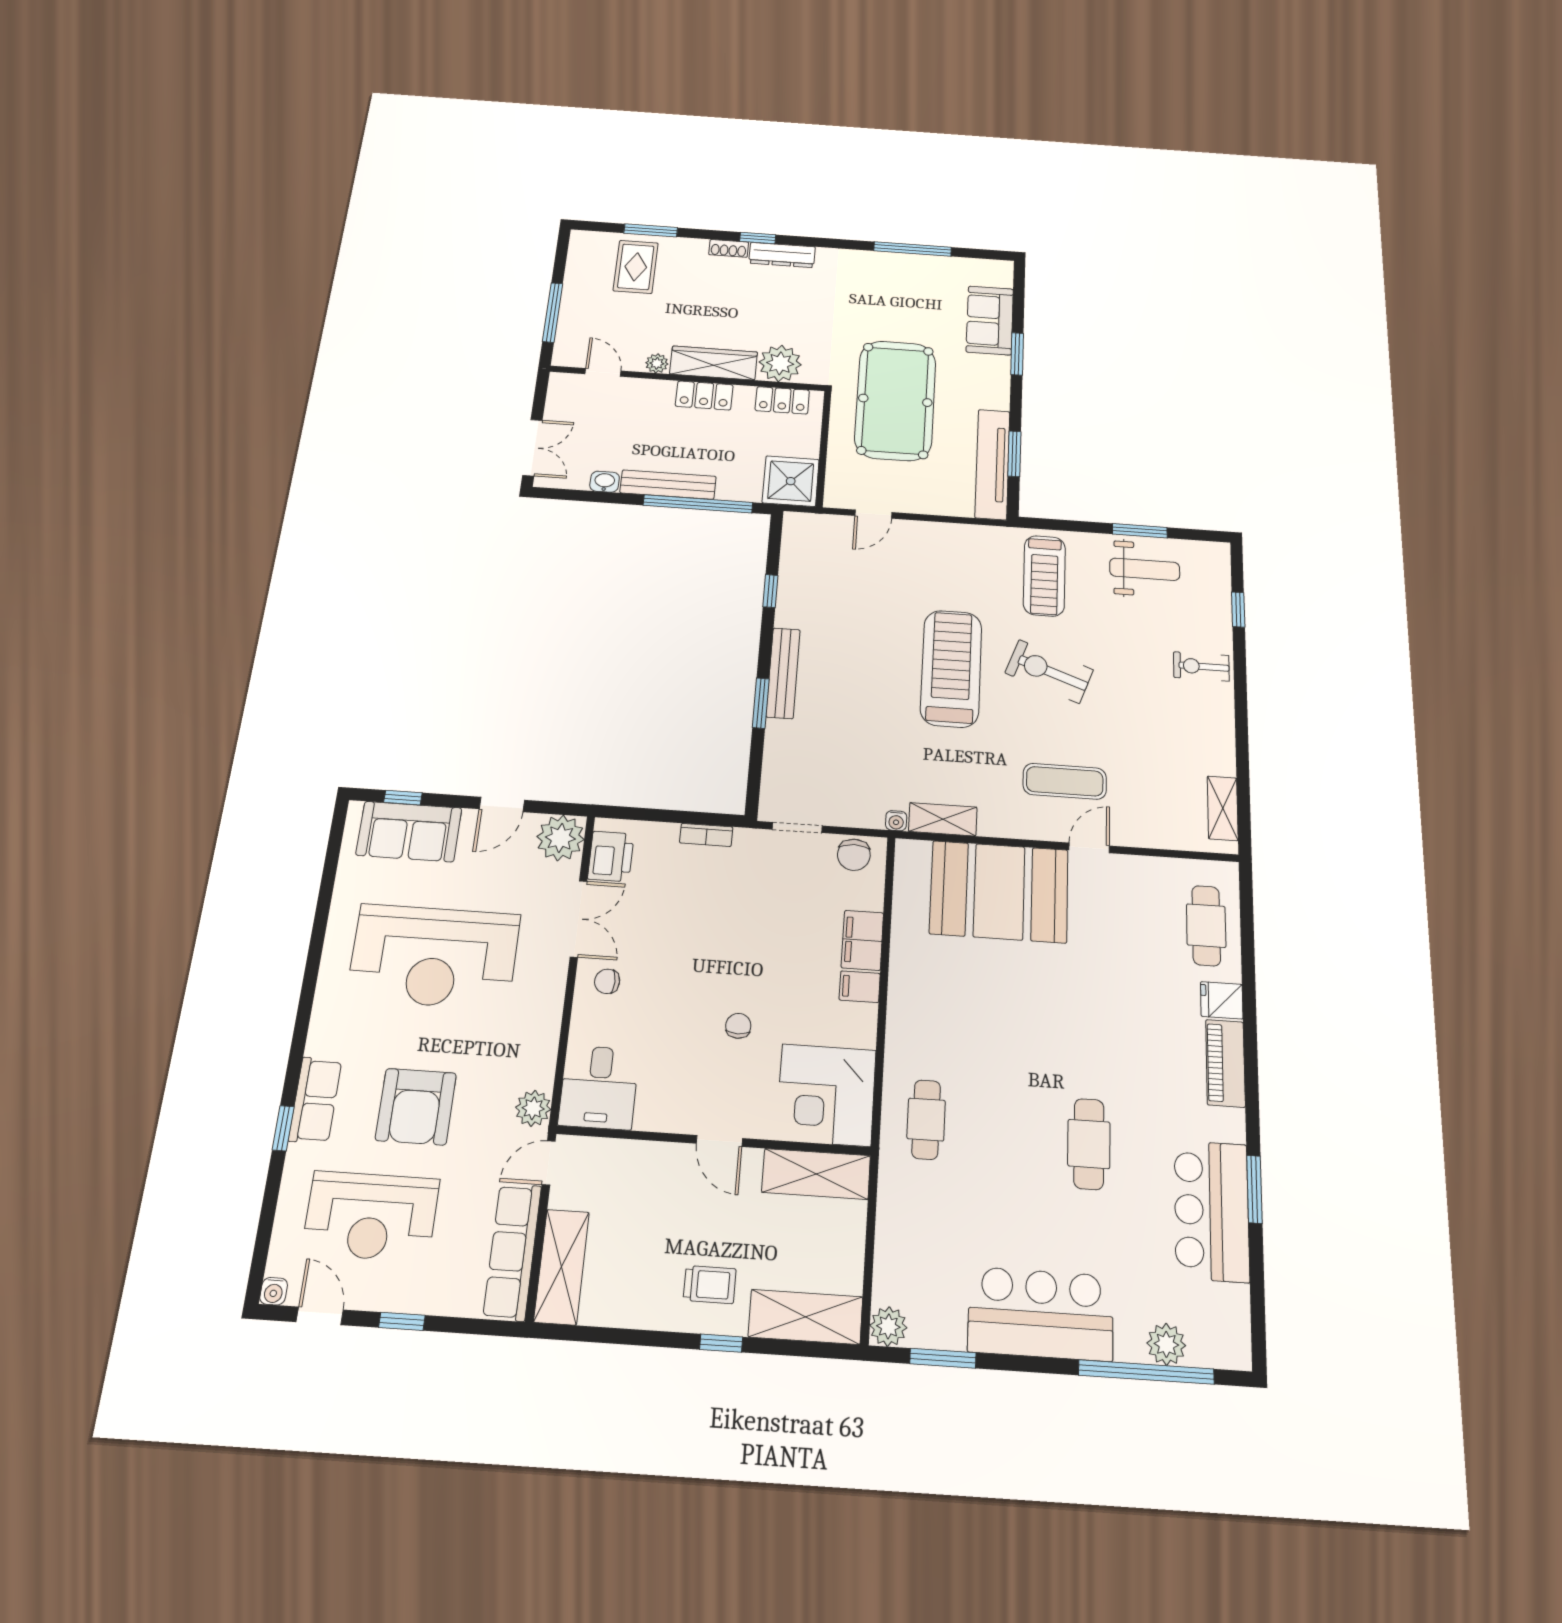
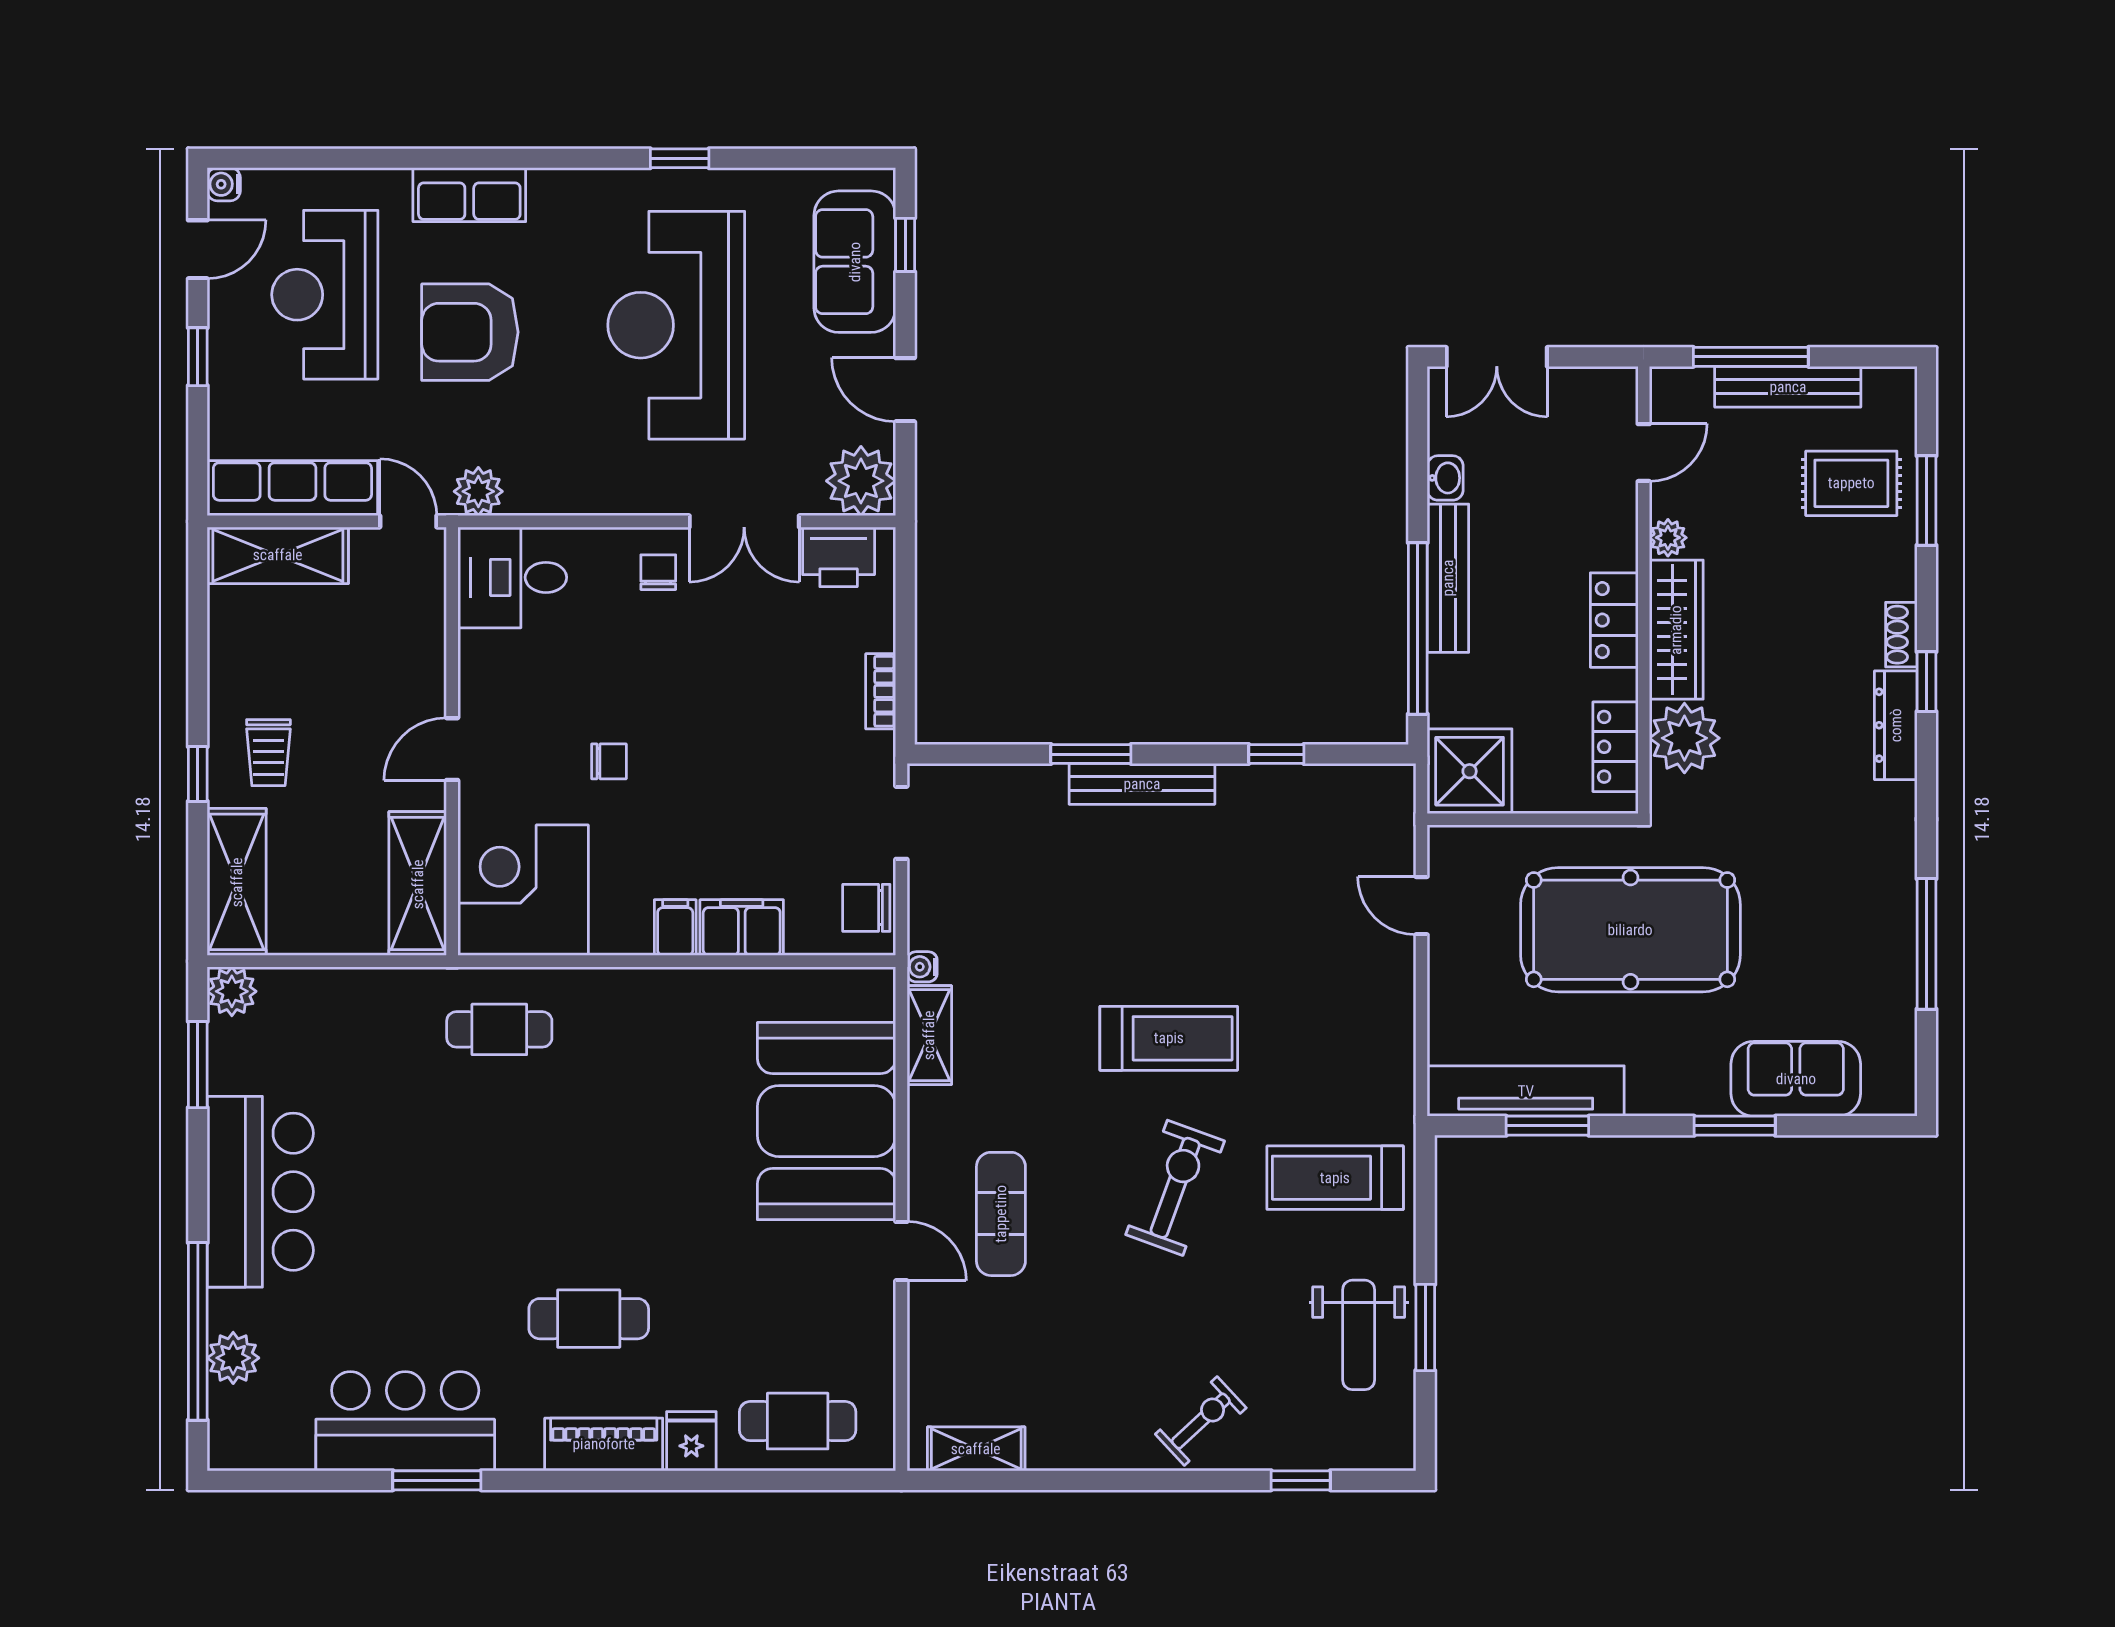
bench: (573, 295) -> (1788, 387), added
exercise bike: (1201, 666) -> (1201, 1421), turned 47
treadmill: (951, 668) -> (1169, 1038), width x0.73, depth x0.73
window: (283, 1128) -> (680, 158), moved
cafe table: (1089, 1144) -> (589, 1319), moved

